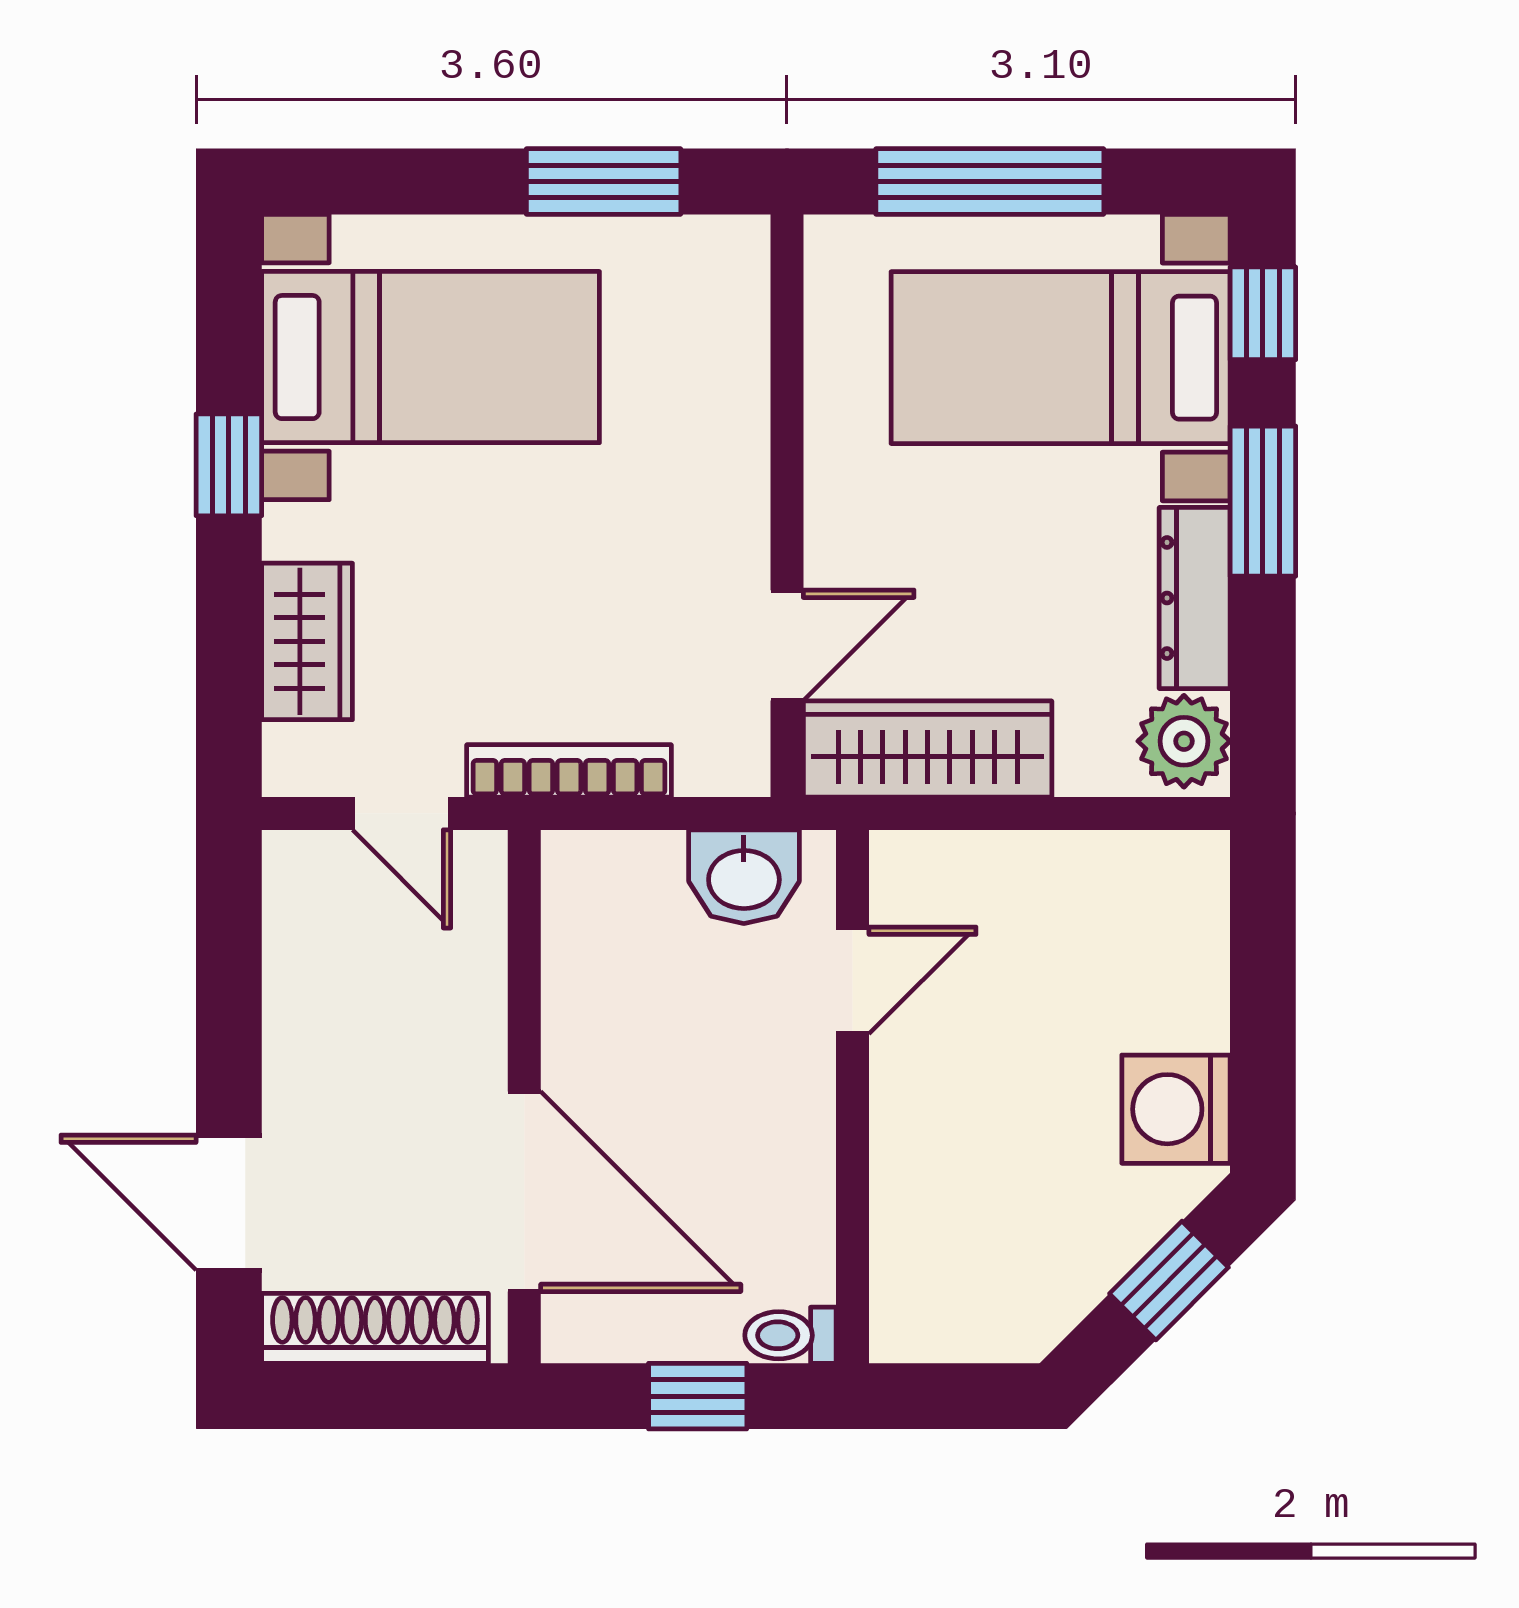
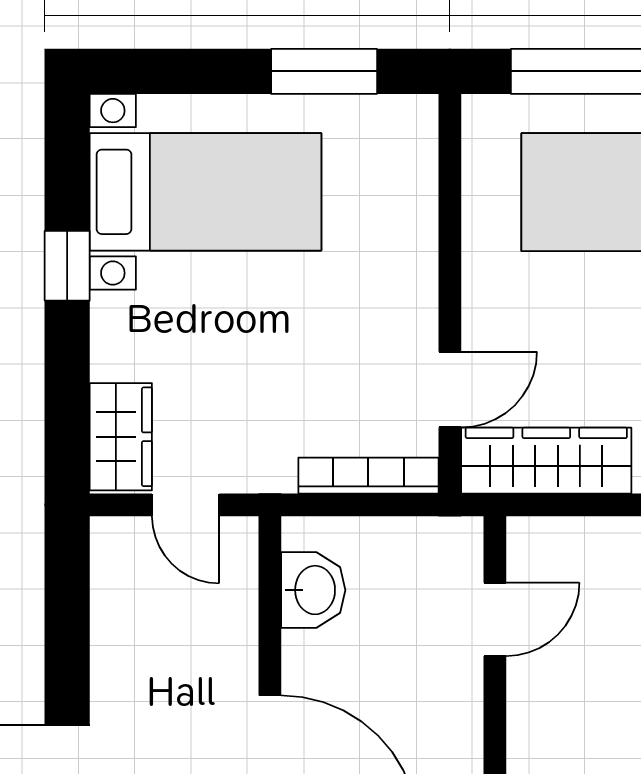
wardrobe: (307, 641) -> (121, 437), moved
bookcase: (569, 771) -> (368, 476), moved
washbasin: (744, 877) -> (313, 590), moved, turned -90

